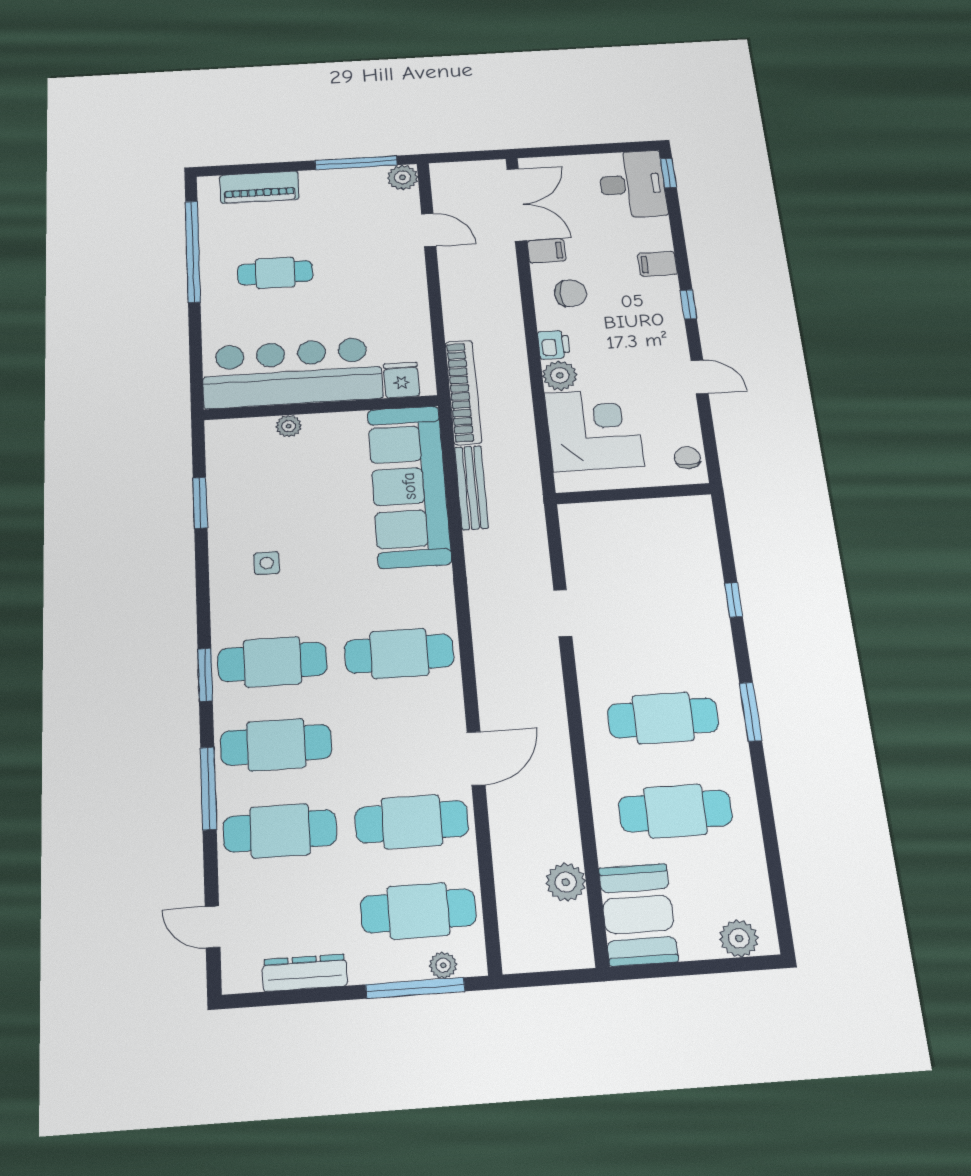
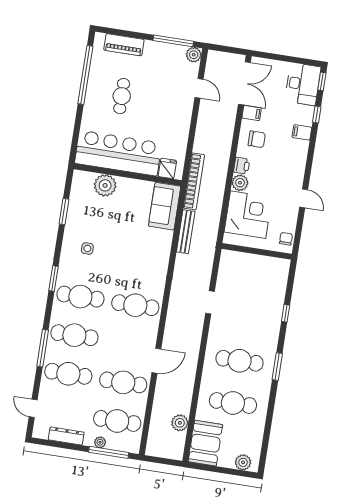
cafe table: (275, 273) -> (122, 96), turned 90
window: (688, 304) -> (317, 115), moved
plant: (289, 426) -> (105, 185), width x1.88, depth x1.88
sofa: (409, 486) -> (165, 206), width x0.54, depth x0.79
window: (205, 675) -> (53, 279), moved
plant: (443, 965) -> (100, 442), moved

